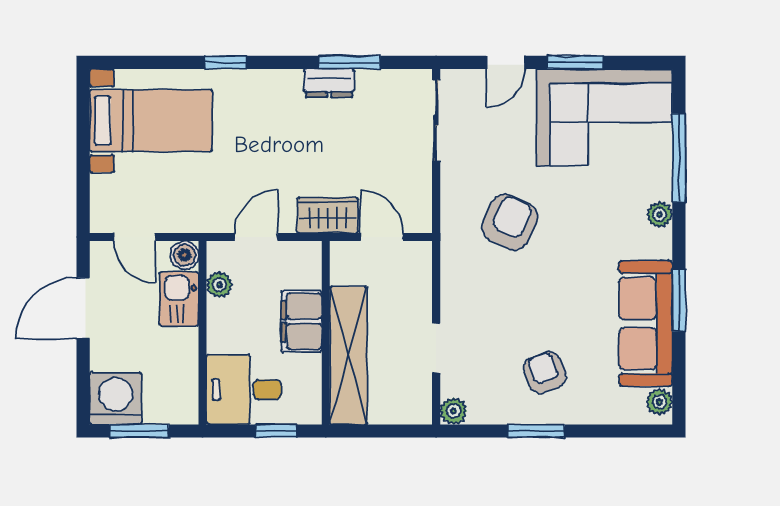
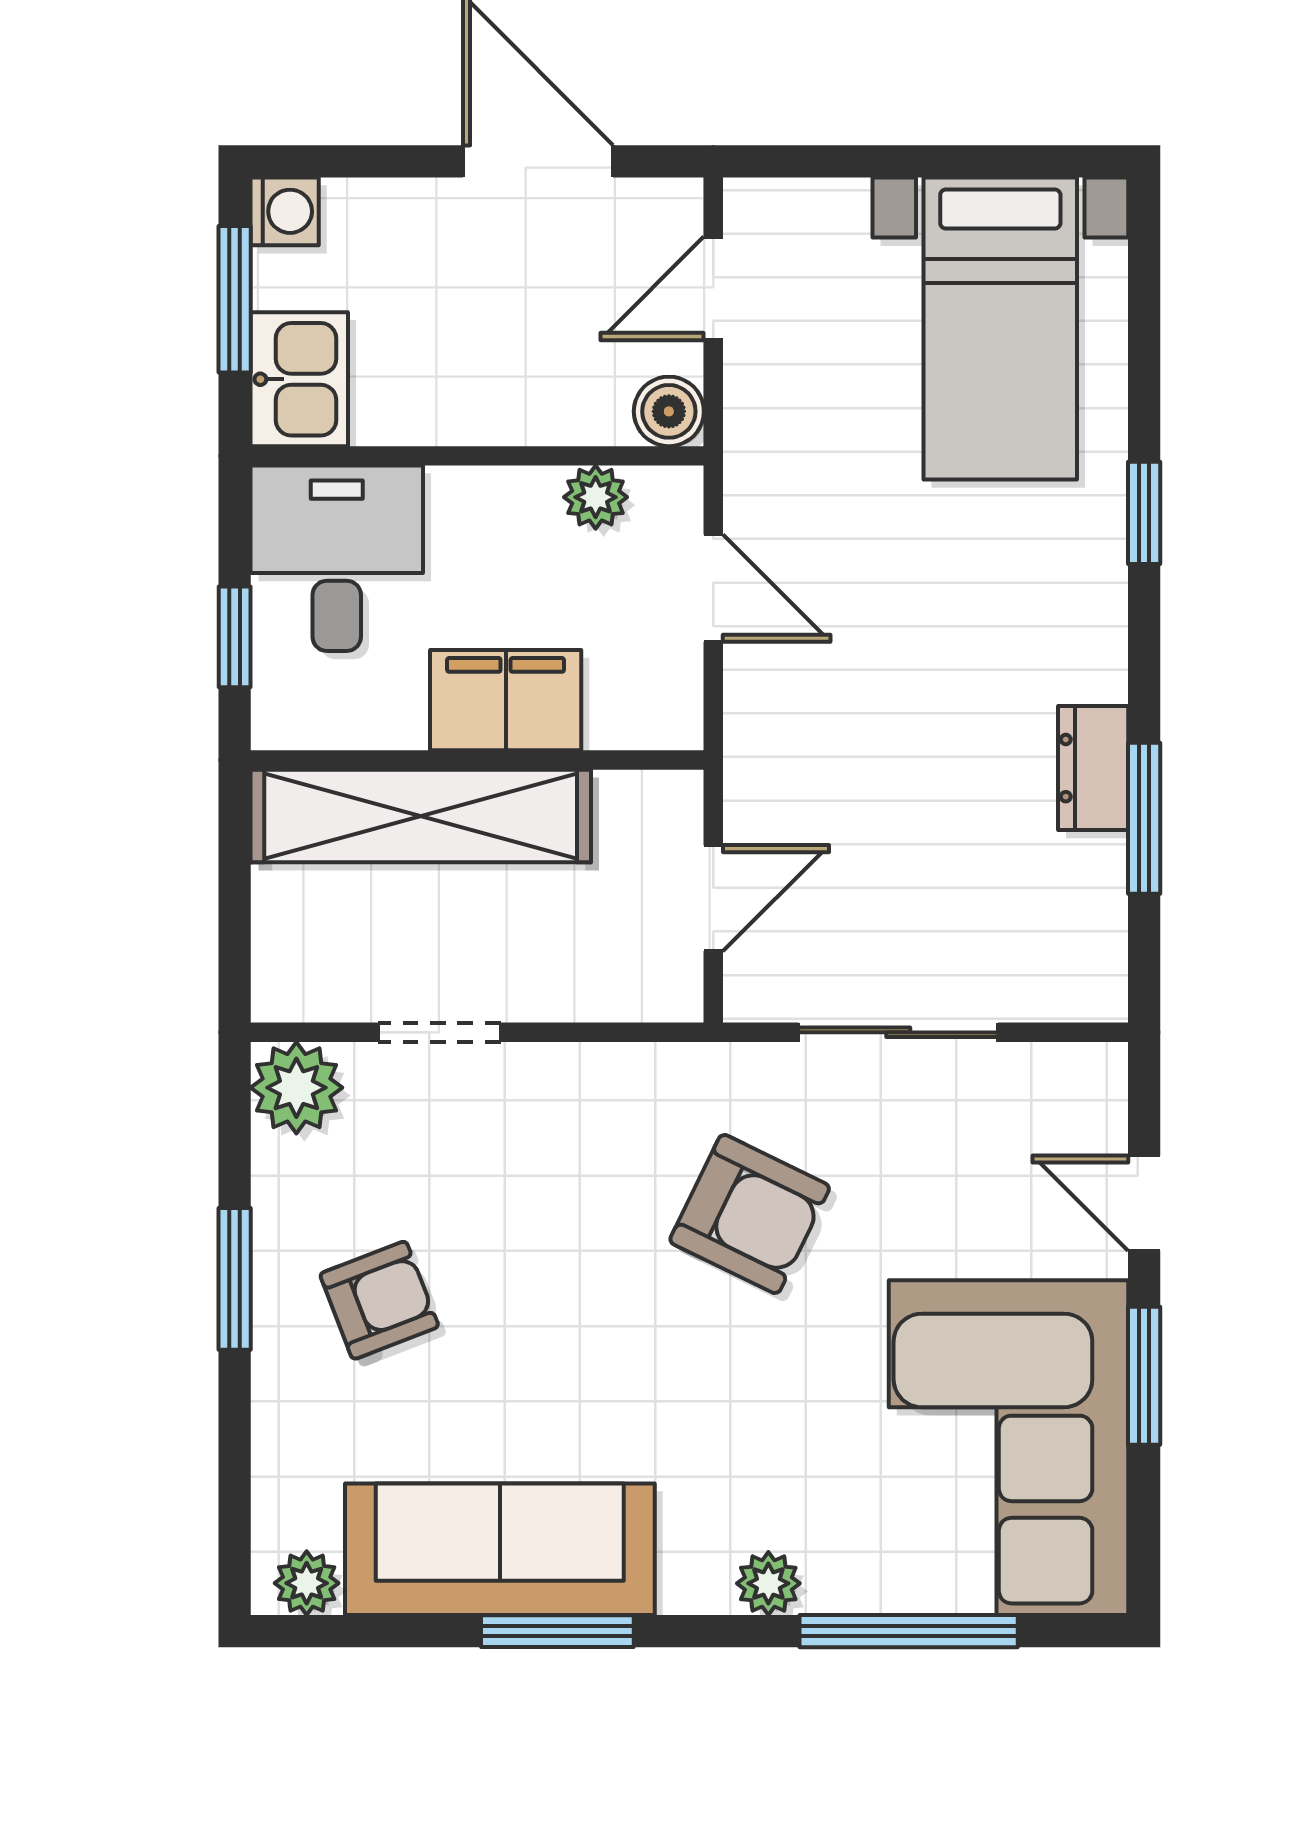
sliding door: (436, 120) -> (898, 1032), moved
wardrobe: (328, 215) -> (767, 765), removed
kitchen sink: (179, 299) -> (299, 379), moved, turned 90
washing machine: (116, 398) -> (285, 211), width x0.53, depth x0.53
plant: (454, 411) -> (296, 1088), width x1.38, depth x1.38

